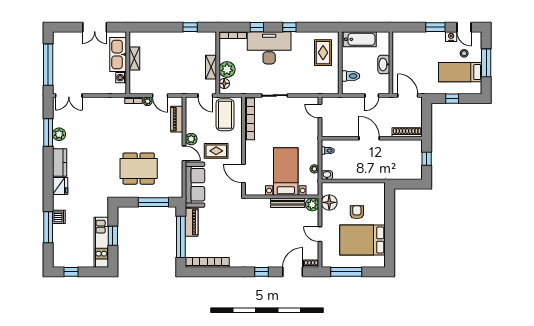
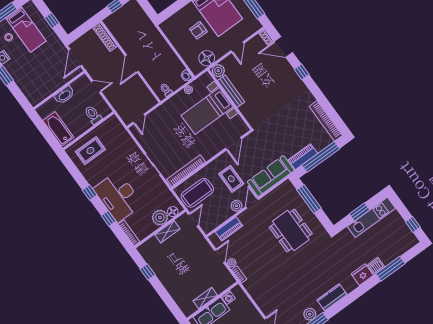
fridge: (60, 186) -> (362, 275), moved

